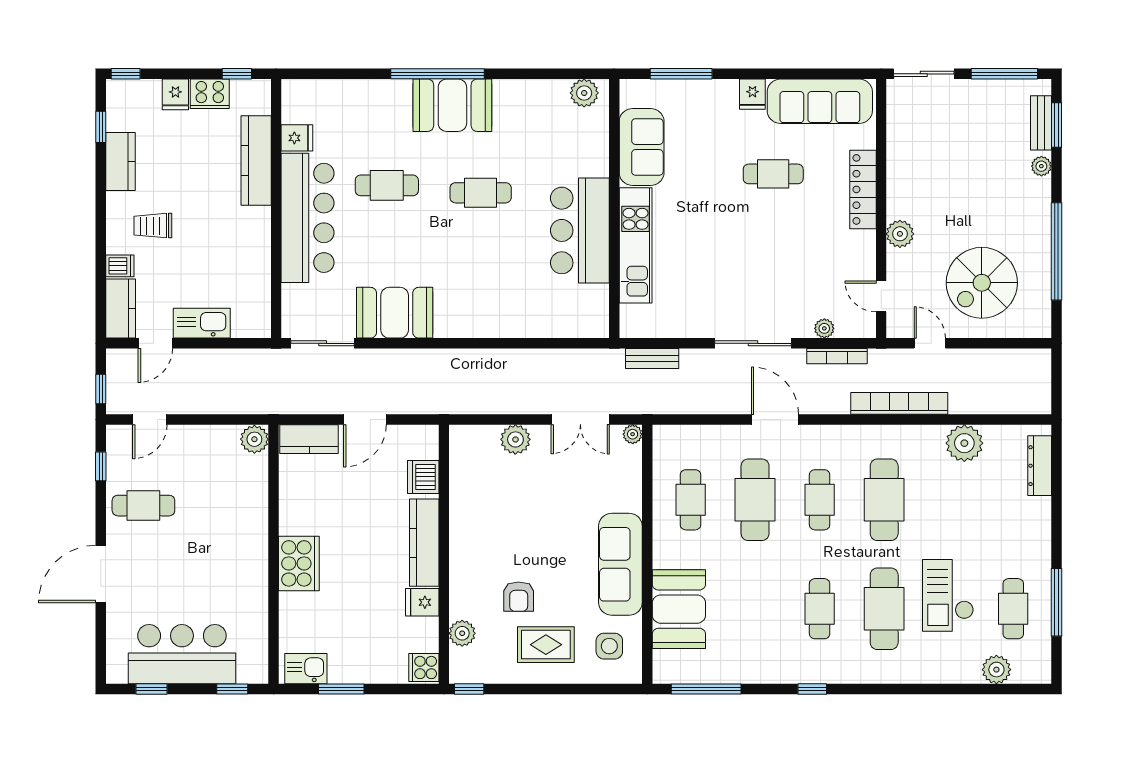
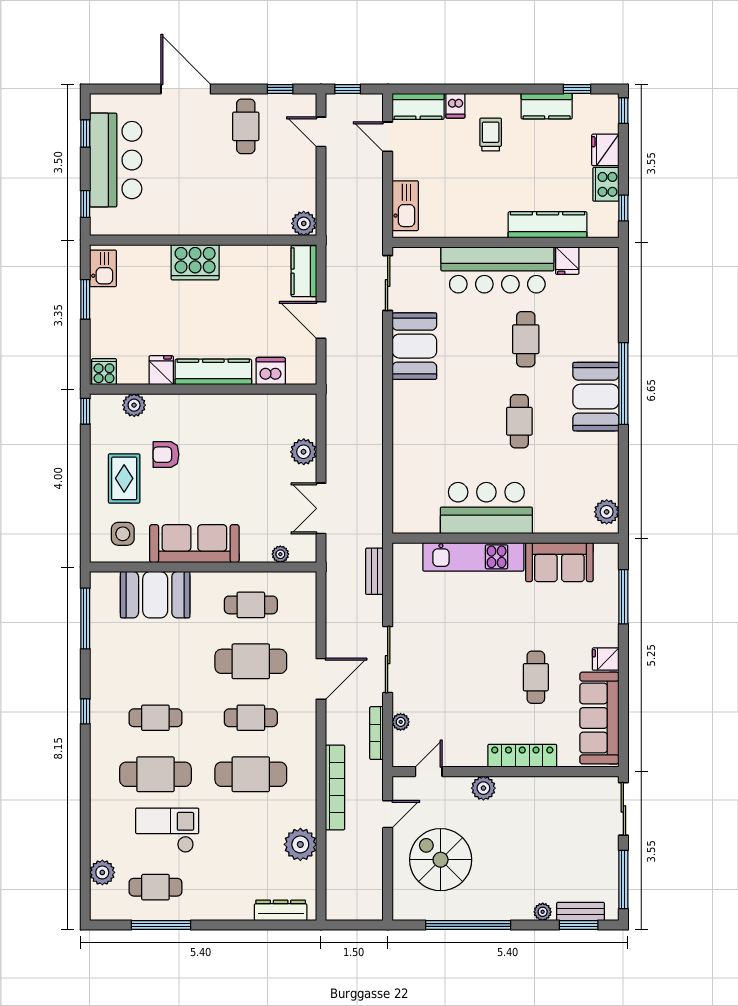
fridge: (175, 94) -> (605, 150), width x1.38
kitchen sink: (202, 323) -> (405, 206), moved
plant: (633, 434) -> (280, 554), moved

